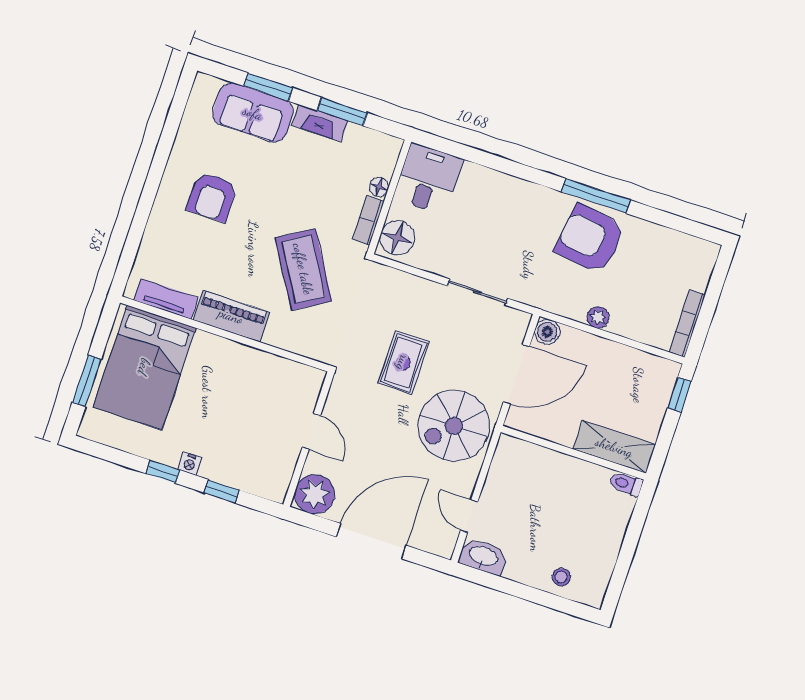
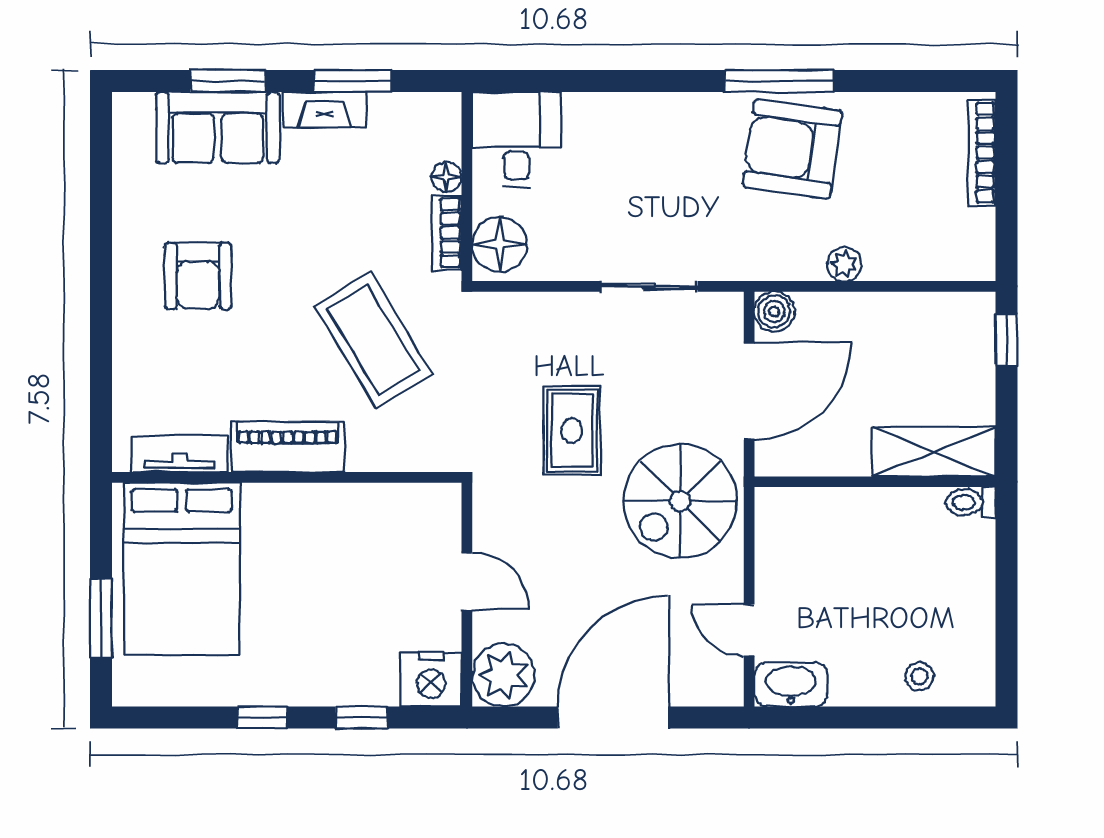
bookcase: (687, 323) -> (982, 153), moved
nightstand: (190, 464) -> (431, 679), moved, width x1.89, depth x1.79

